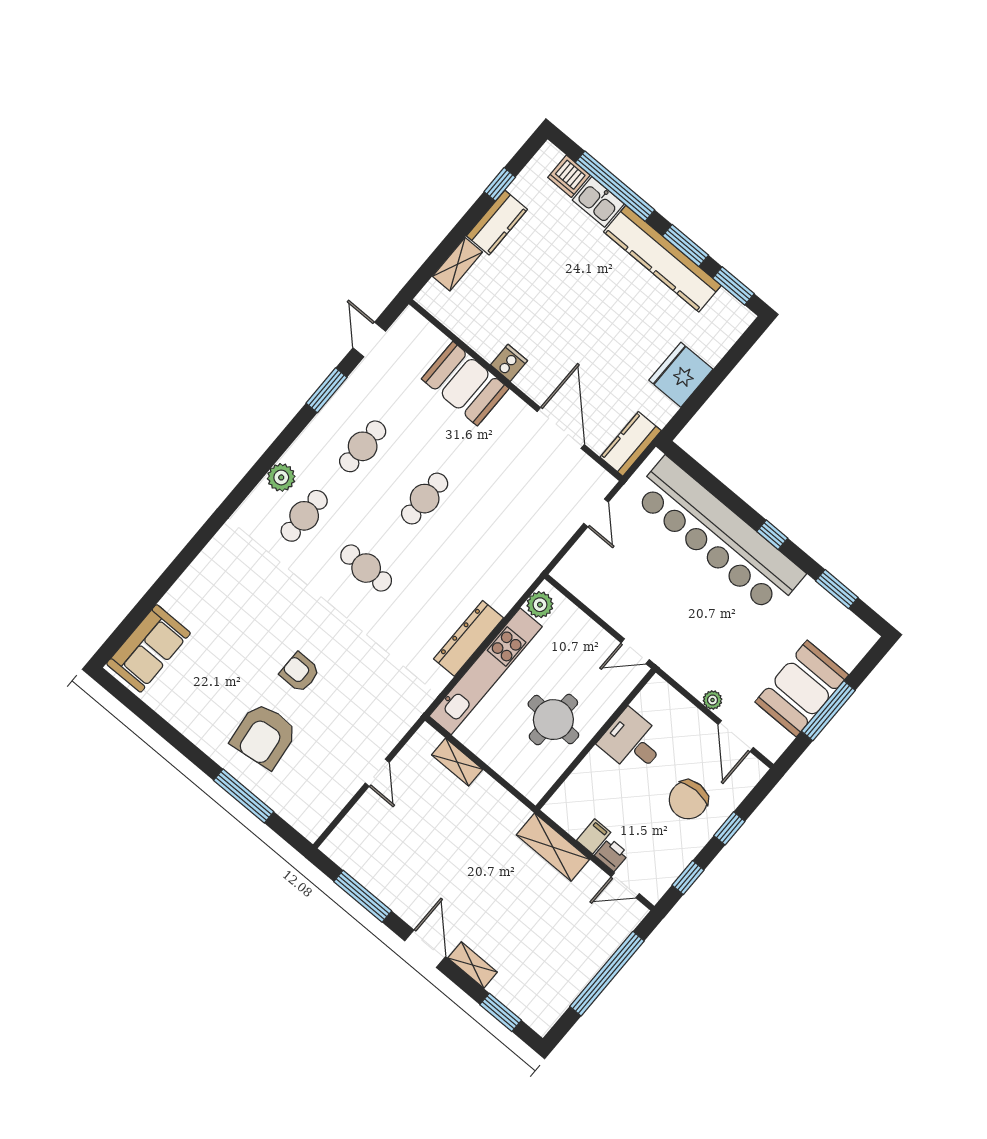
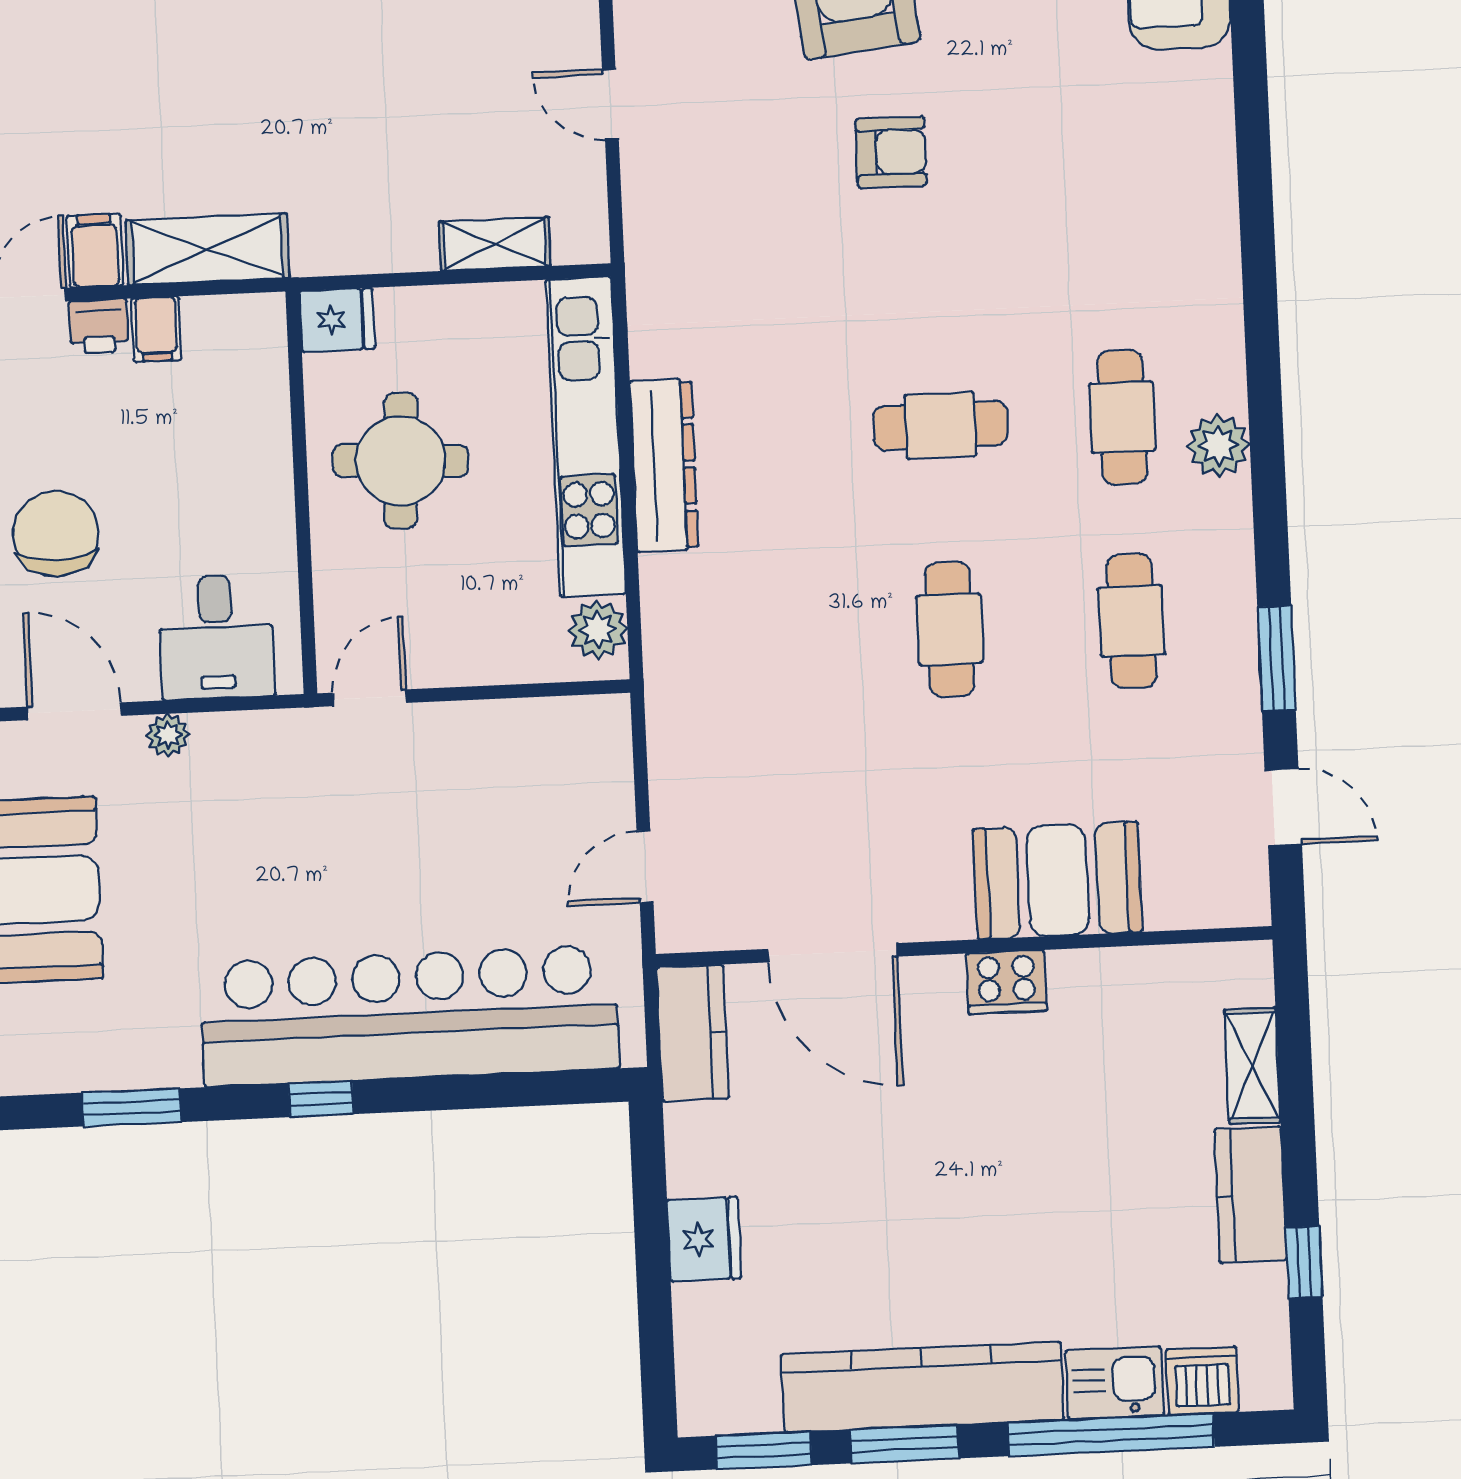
cooker: (509, 363) -> (1006, 982), width x1.36
fridge: (681, 375) -> (704, 1239), width x0.73, depth x0.75
door: (596, 513) -> (645, 867), hinge flipped
desk: (632, 742) -> (216, 637), moved, turned 90
fridge: (532, 785) -> (337, 320), added
filing cabinet: (590, 881) -> (95, 251), added

